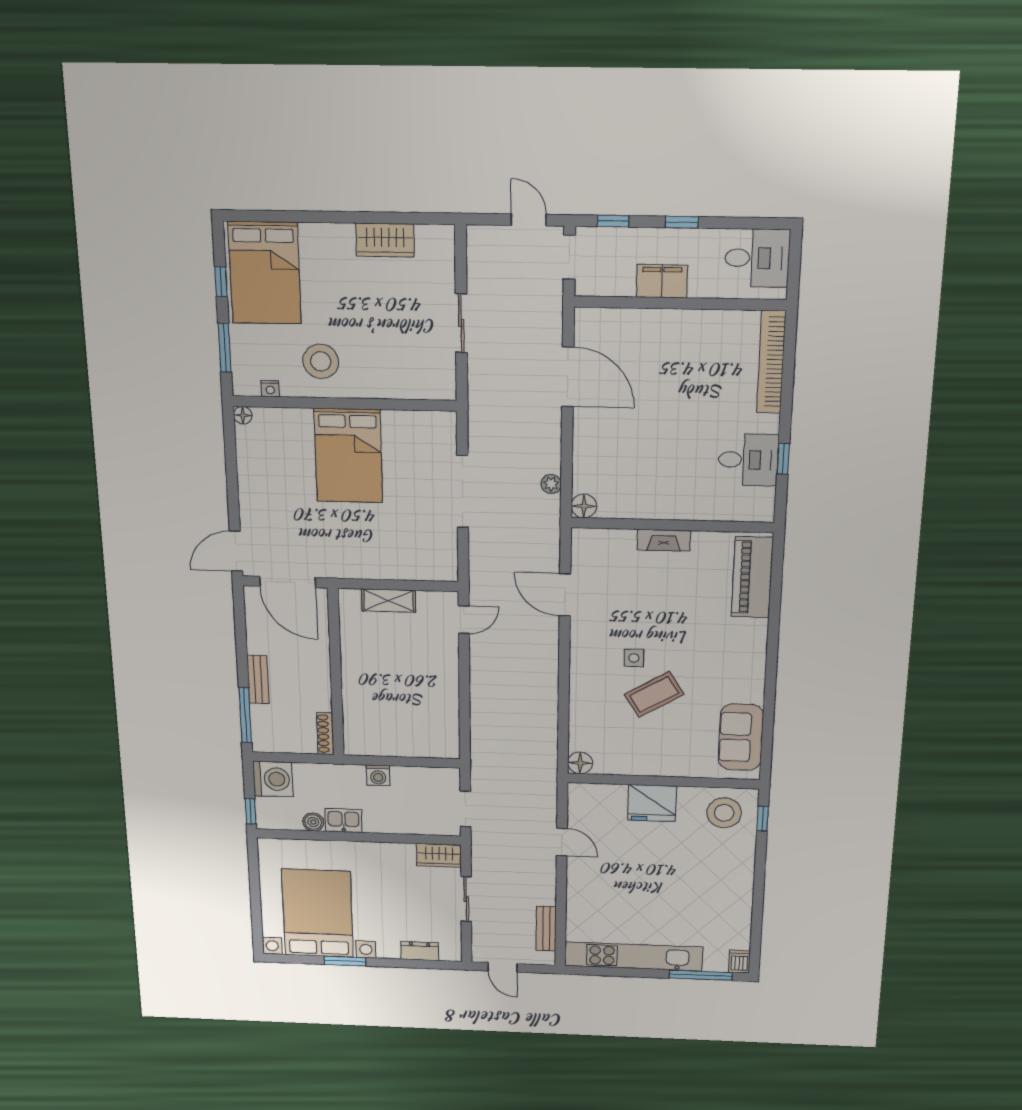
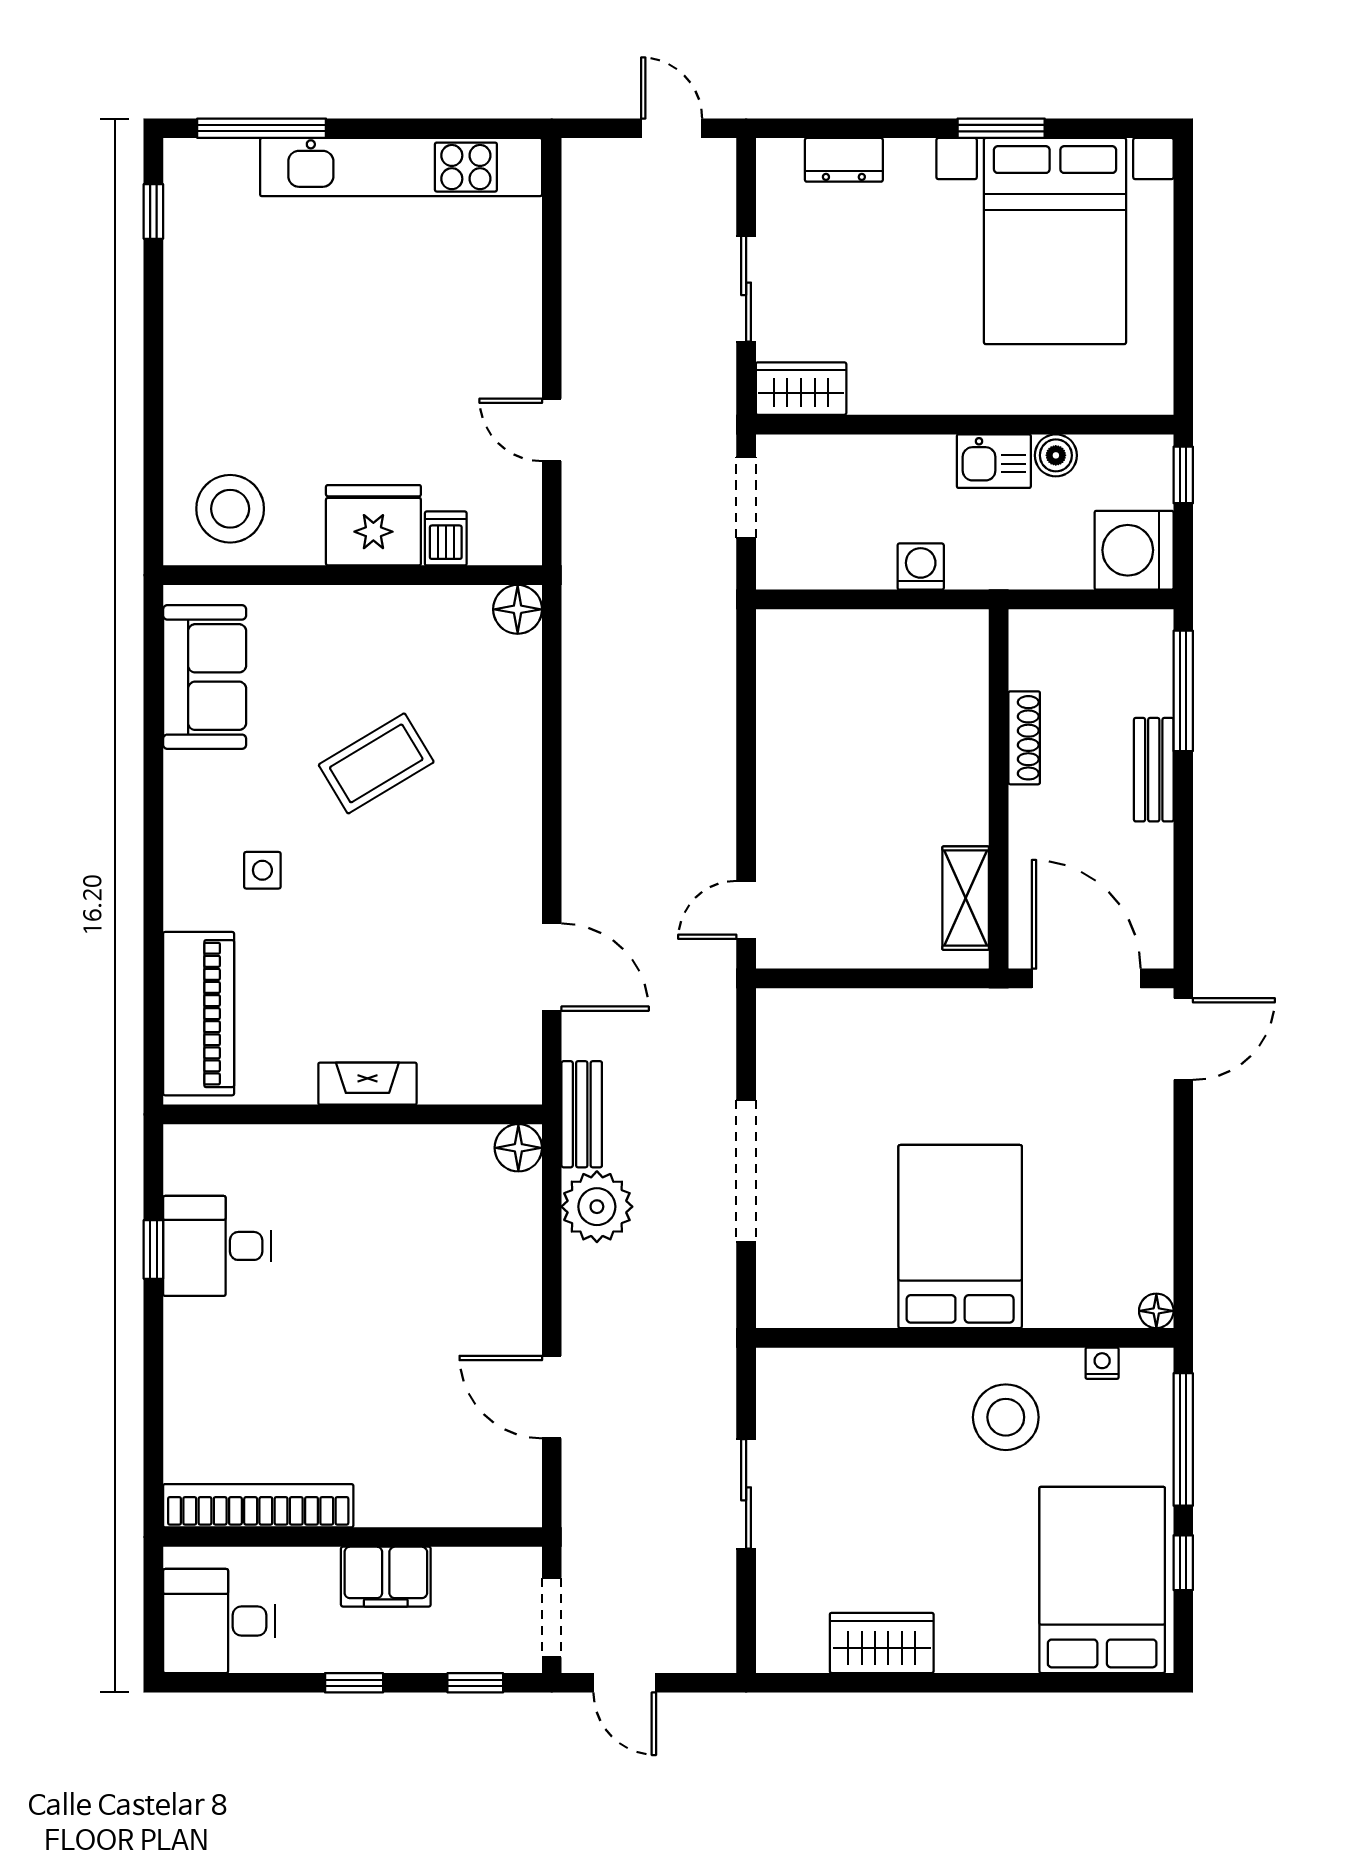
window: (225, 348) -> (1183, 1439), width x1.44
bookcase: (771, 362) -> (258, 1506), moved, turned -90
door: (568, 377) -> (552, 1397), width x0.73
plant: (551, 484) -> (597, 1207), width x1.87, depth x1.87
shelving: (389, 601) -> (966, 898), moved, turned 90
side table: (634, 658) -> (262, 870), moved
shoe rack: (325, 734) -> (1024, 738), moved
window: (763, 819) -> (153, 211), moved
bench: (546, 929) -> (582, 1114), moved
dishwasher: (739, 962) -> (446, 538), moved, turned 180

